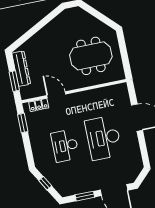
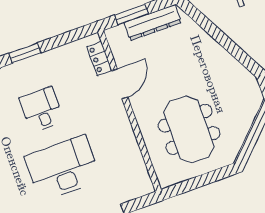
window: (23, 123) -> (25, 53), moved
desk: (65, 146) -> (42, 110), width x0.73

